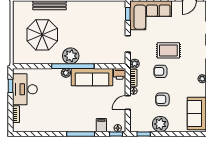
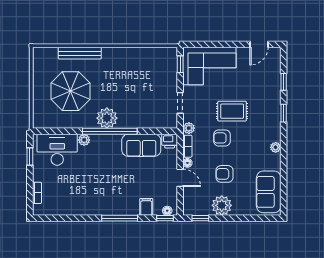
plant: (66, 73) -> (84, 140), moved
sofa: (92, 77) -> (141, 145), width x0.73
desk: (25, 89) -> (57, 150), moved, turned 90
door: (128, 103) -> (180, 178), swing flipped

